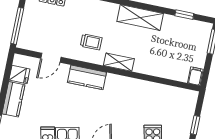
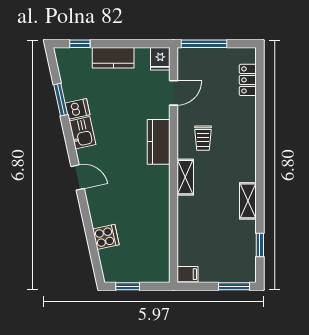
shelving: (140, 17) -> (248, 201), width x0.67, depth x0.75
door: (51, 58) -> (173, 93), swing flipped
fridge: (19, 74) -> (160, 59), moved

